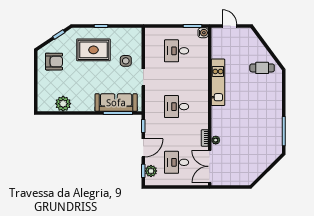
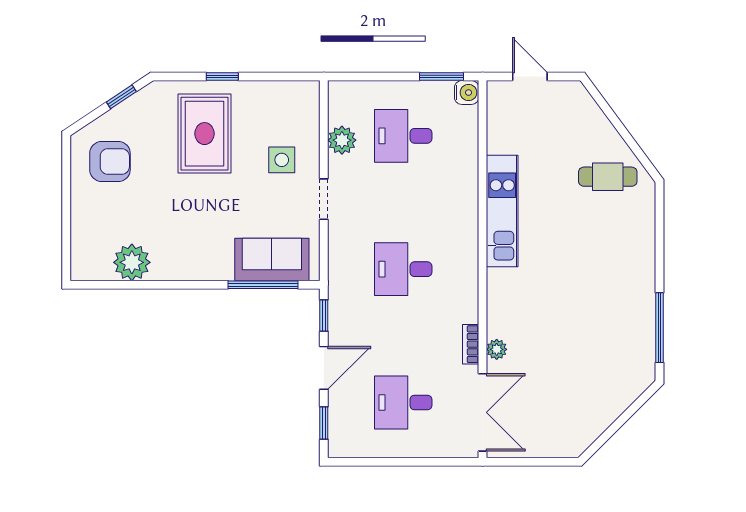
rug: (93, 50) -> (205, 134), turned 90
sofa: (116, 103) -> (272, 259), width x0.73
double door: (210, 166) -> (483, 412), swing flipped
plant: (151, 171) -> (342, 140), moved

